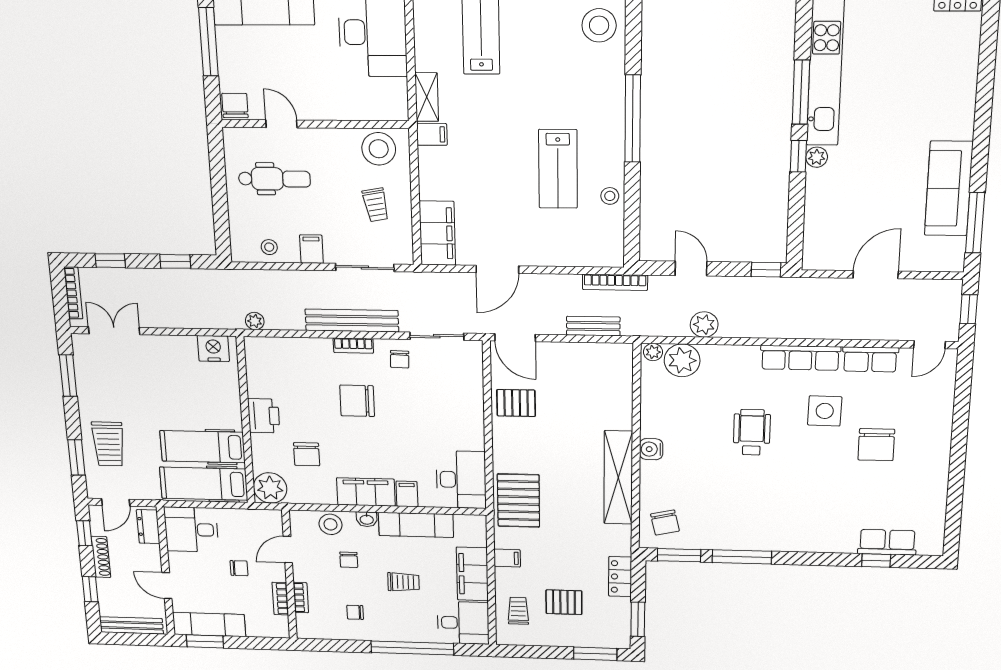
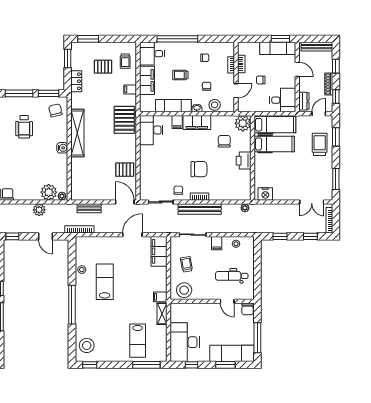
wheelchair: (752, 432) -> (24, 127), moved

